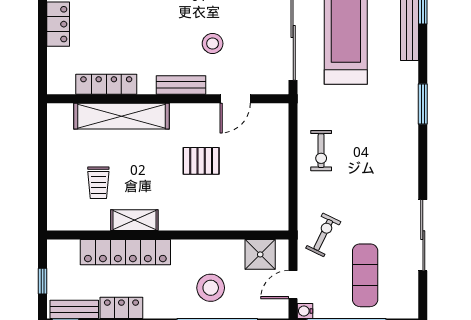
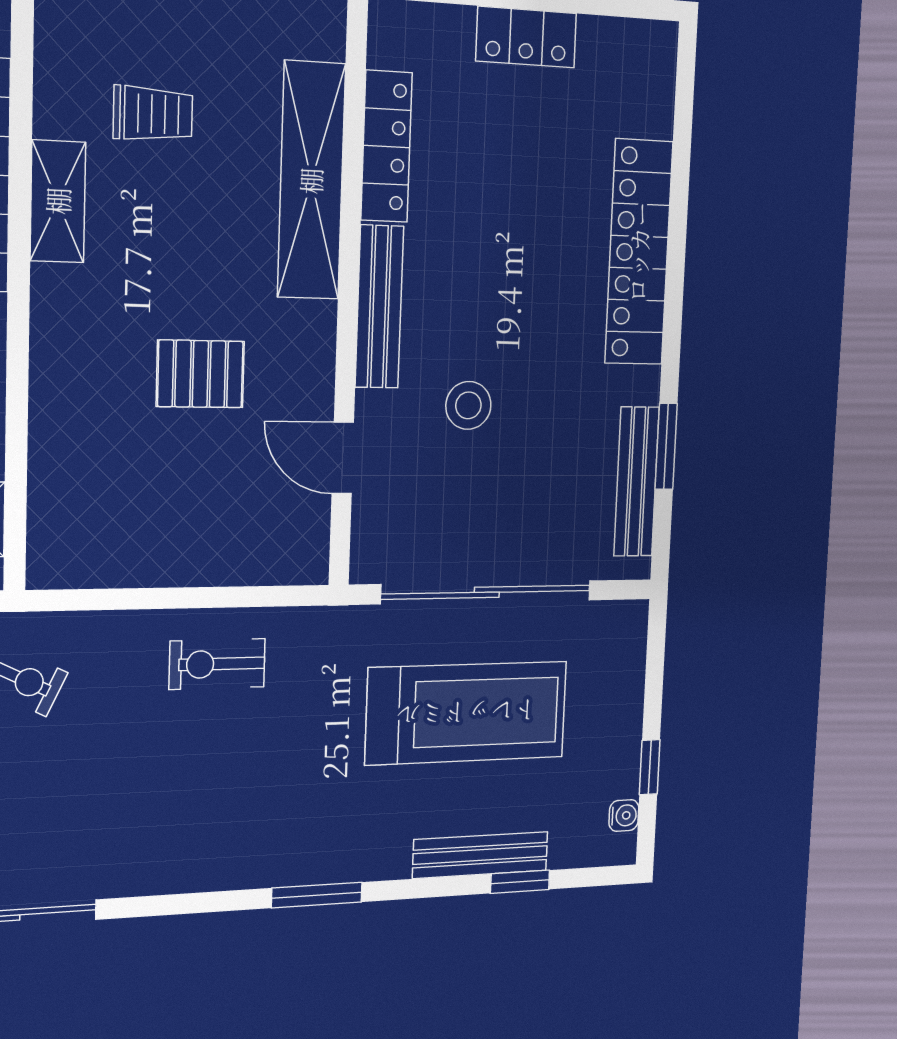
bench: (181, 85) -> (379, 307), width x1.36
pallet: (201, 161) -> (200, 374), turned 90
trolley: (98, 183) -> (153, 114), turned 180

